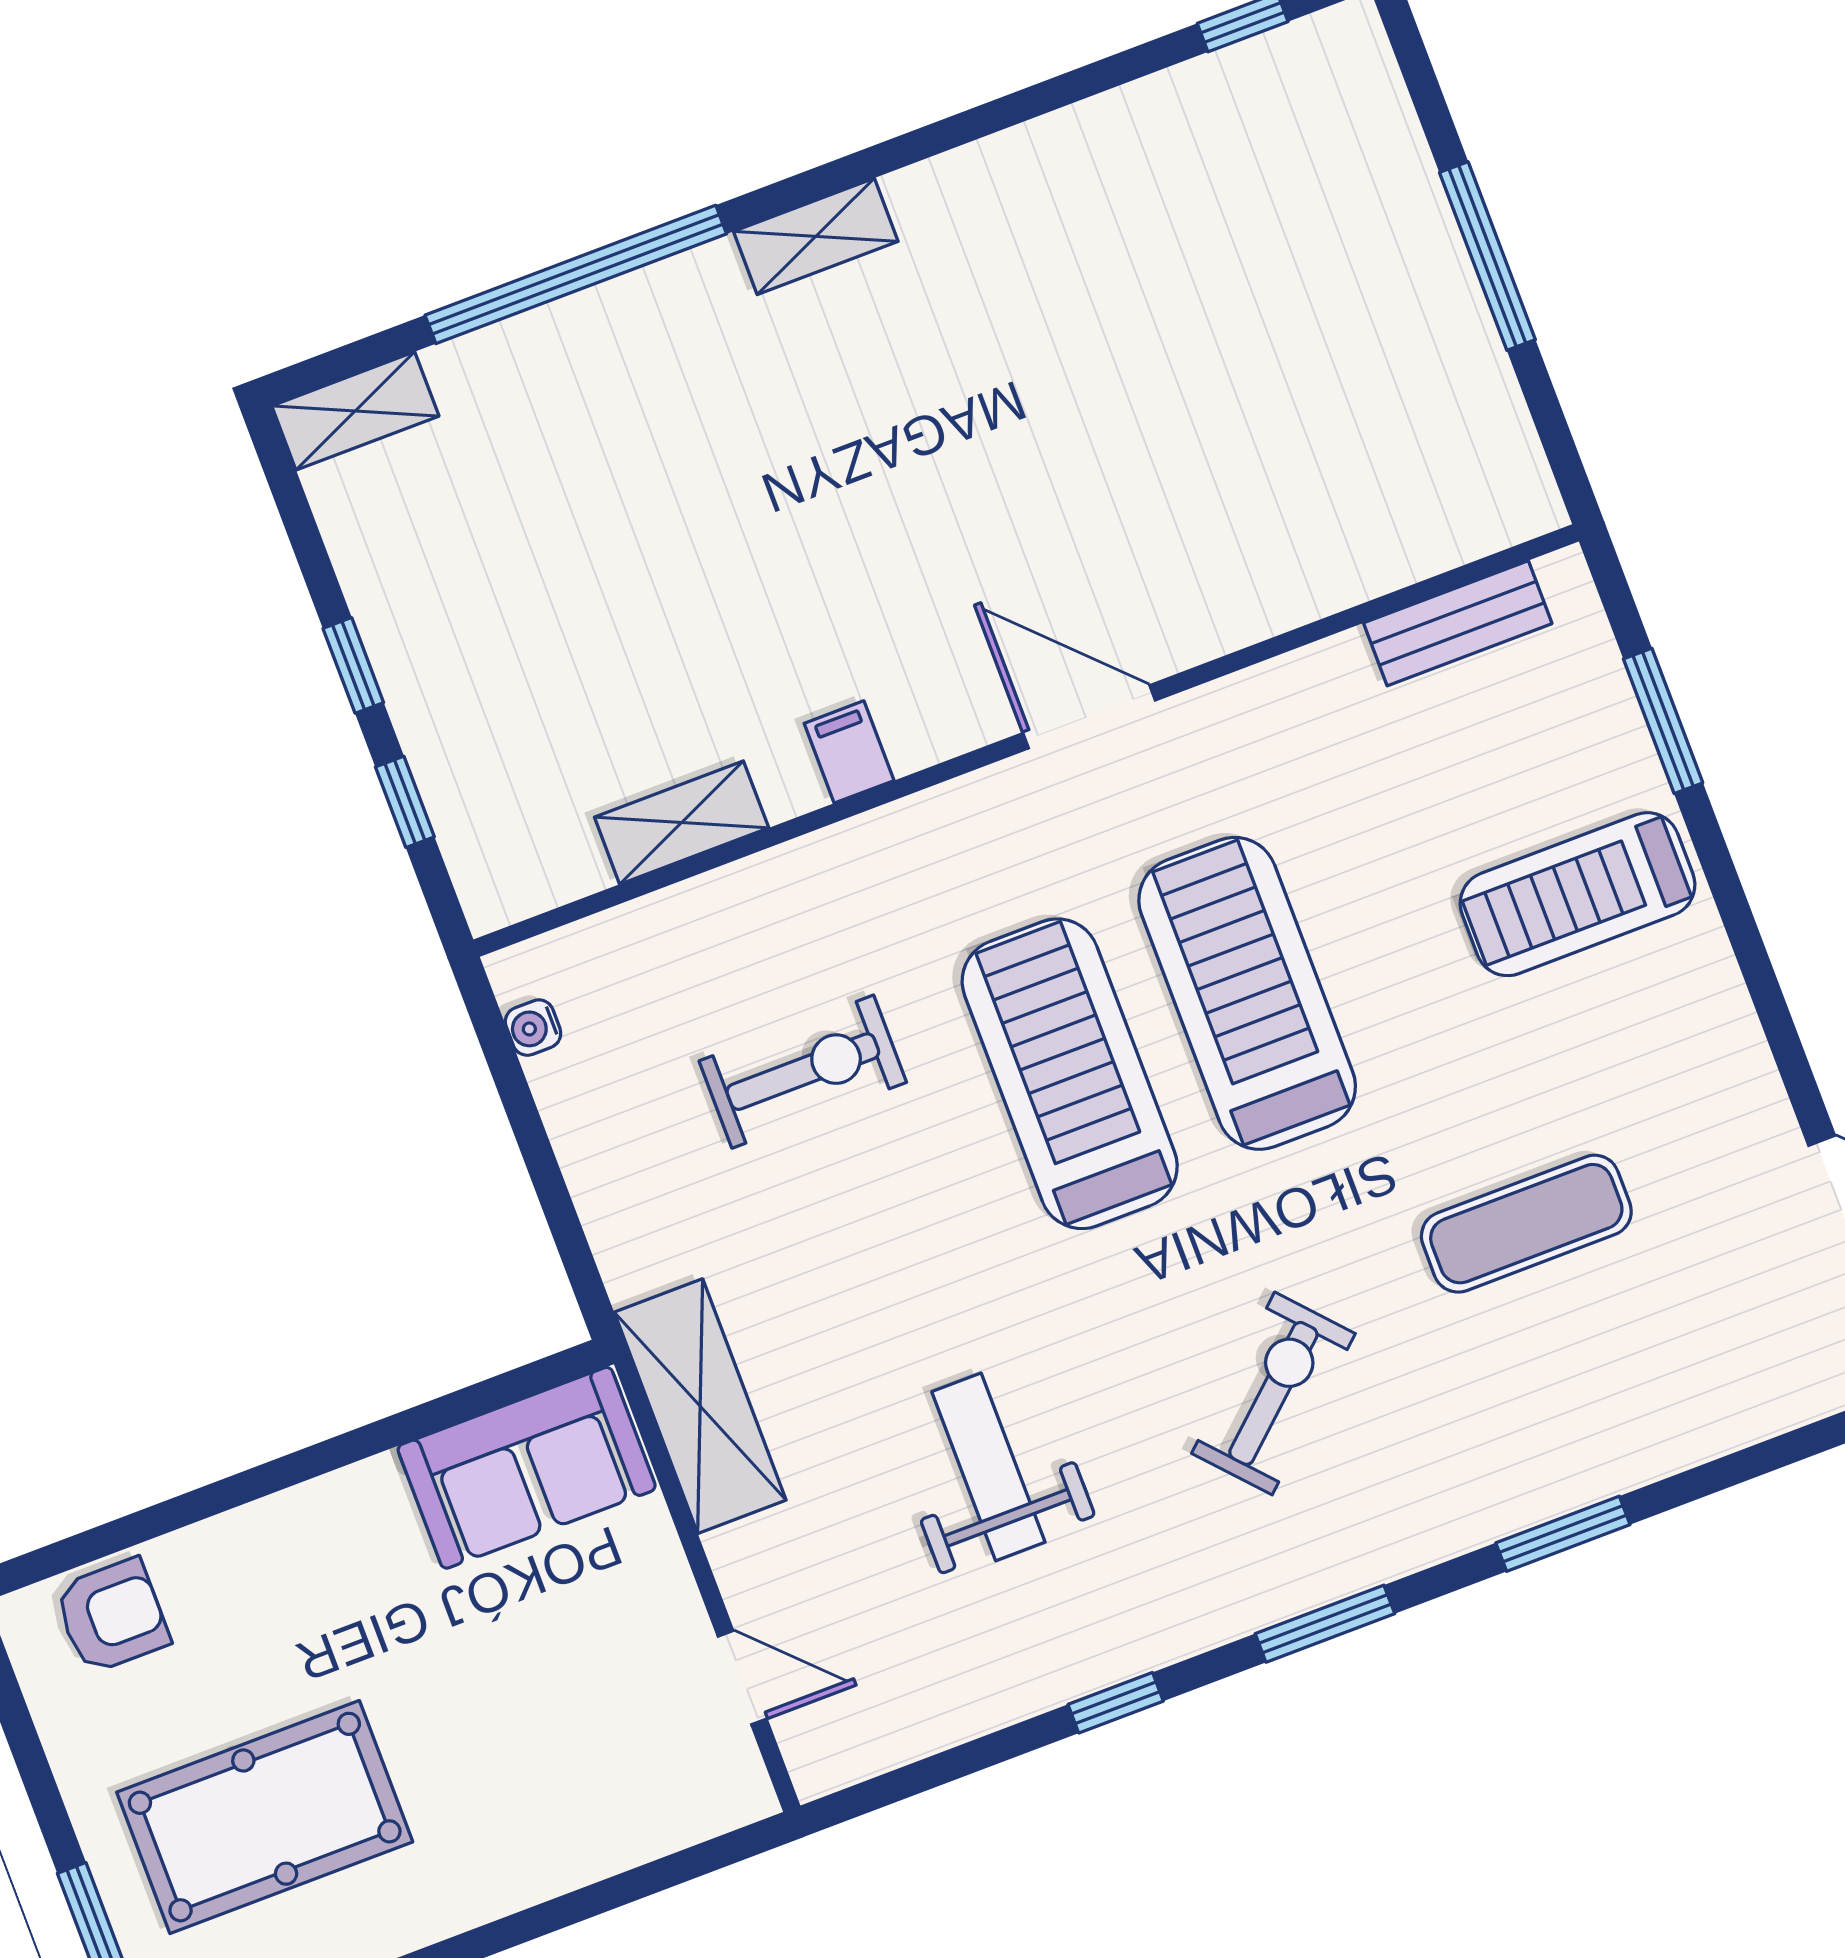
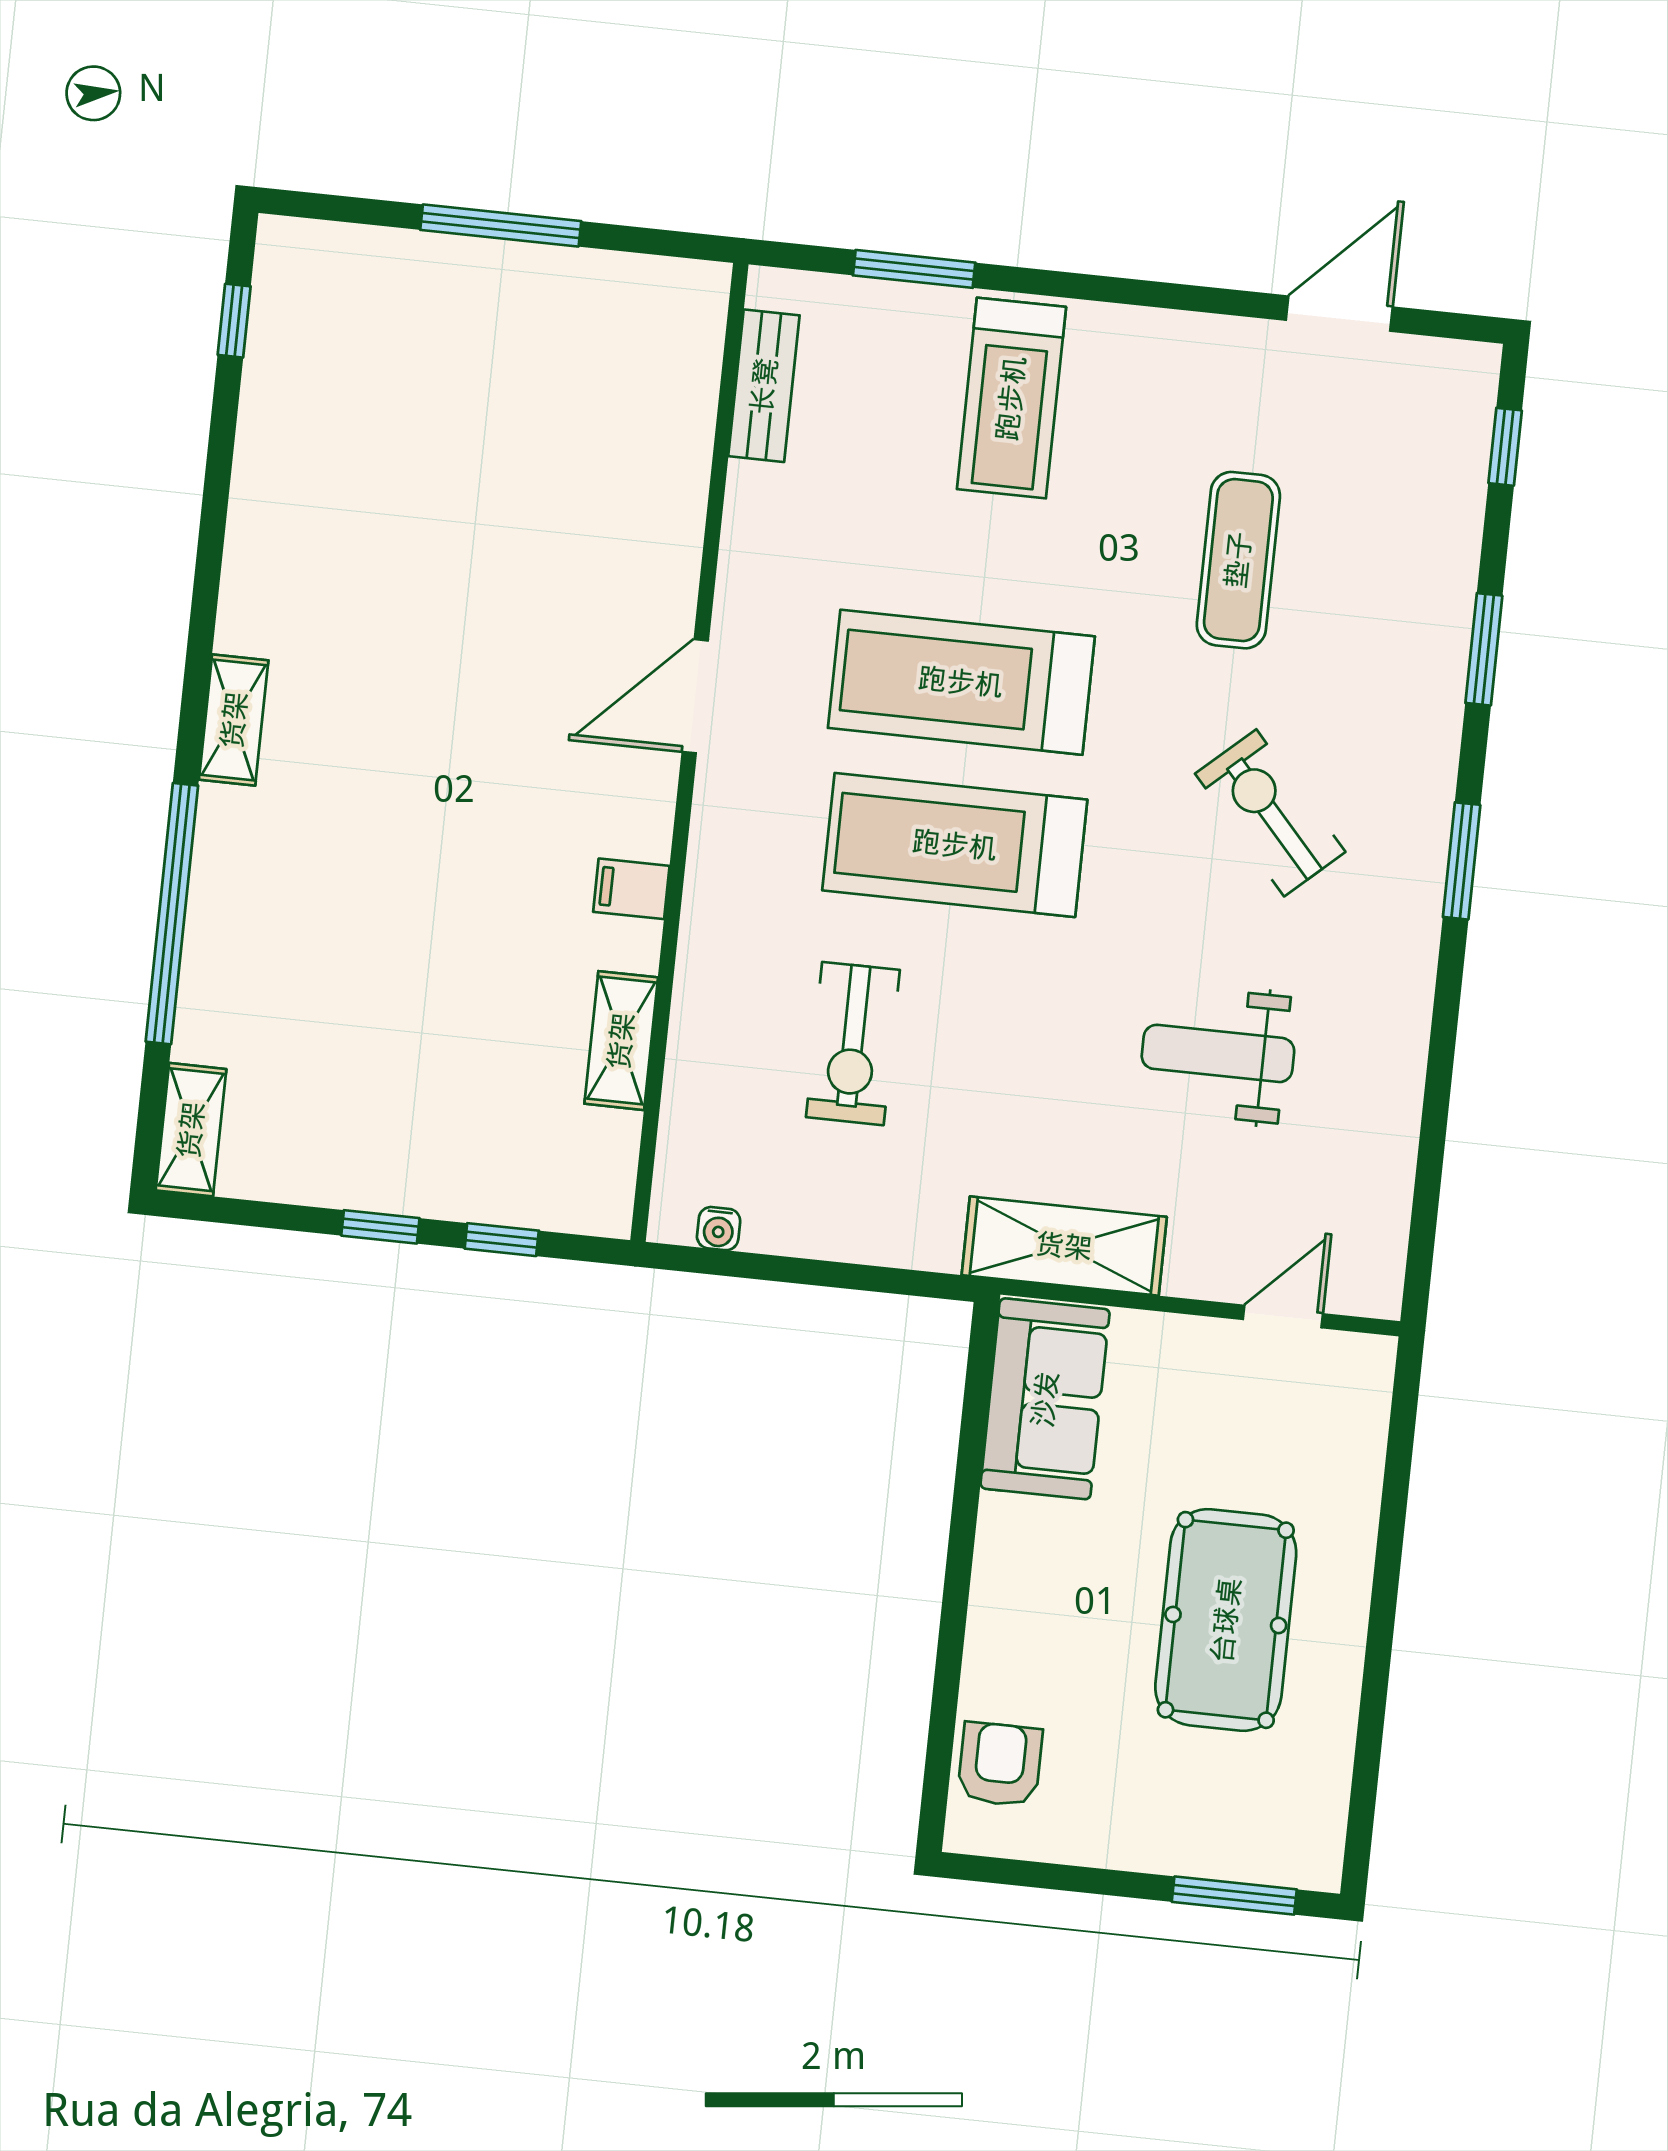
exercise bike: (803, 1072) -> (853, 1044), turned 180
window: (1116, 1703) -> (1505, 447), moved
pool table: (265, 1817) -> (1226, 1620), moved

